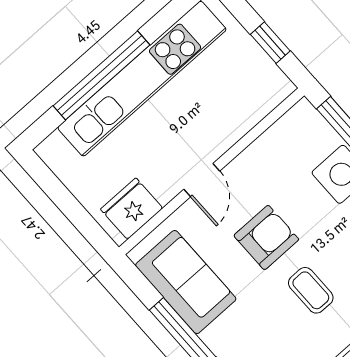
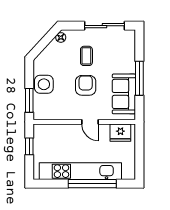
door: (202, 180) -> (90, 122), swing flipped
armchair: (266, 237) -> (86, 85), turned 90

